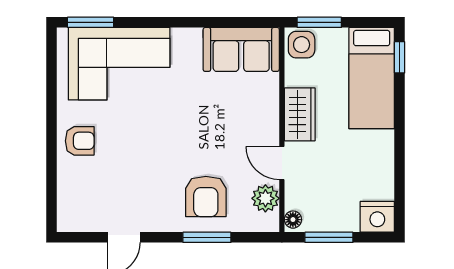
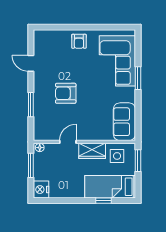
window: (91, 22) -> (138, 78), moved
side table: (302, 45) -> (117, 156), moved
window: (400, 57) -> (104, 201), moved
armchair: (206, 196) -> (66, 93), moved
plant: (265, 198) -> (50, 134), removed

